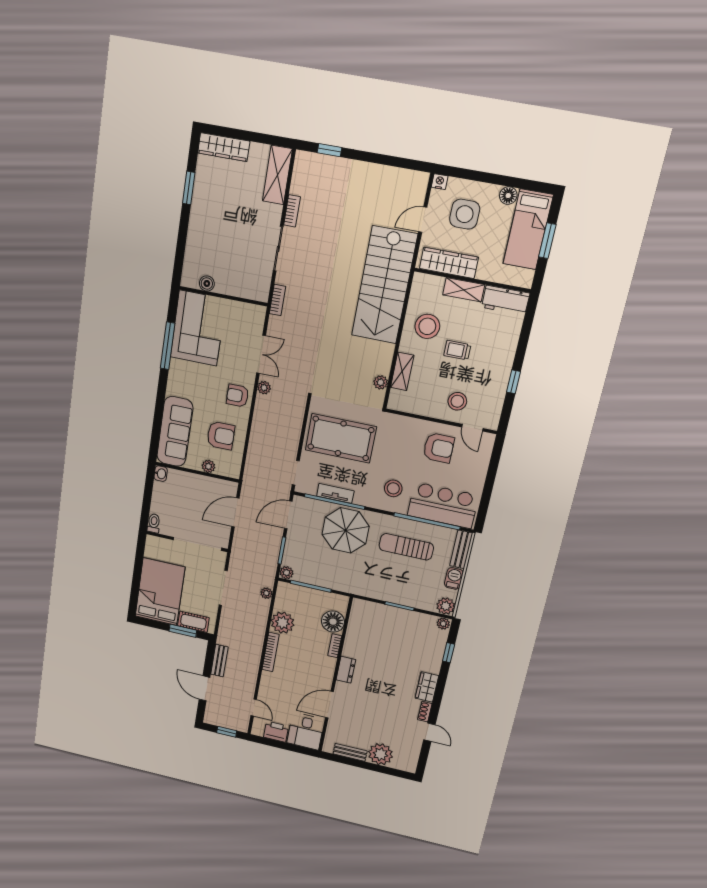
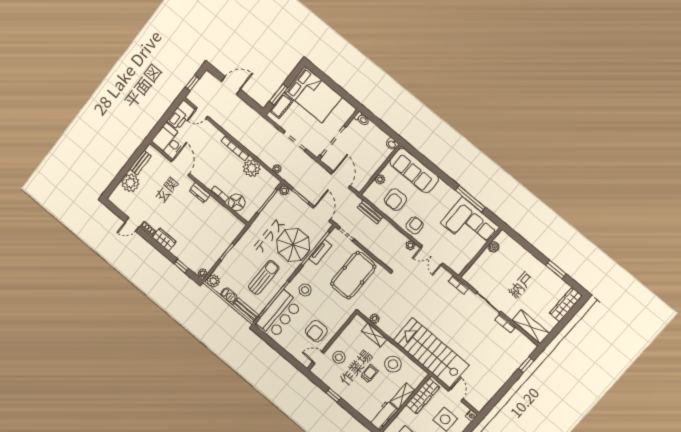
bench: (219, 661) -> (370, 212), moved

